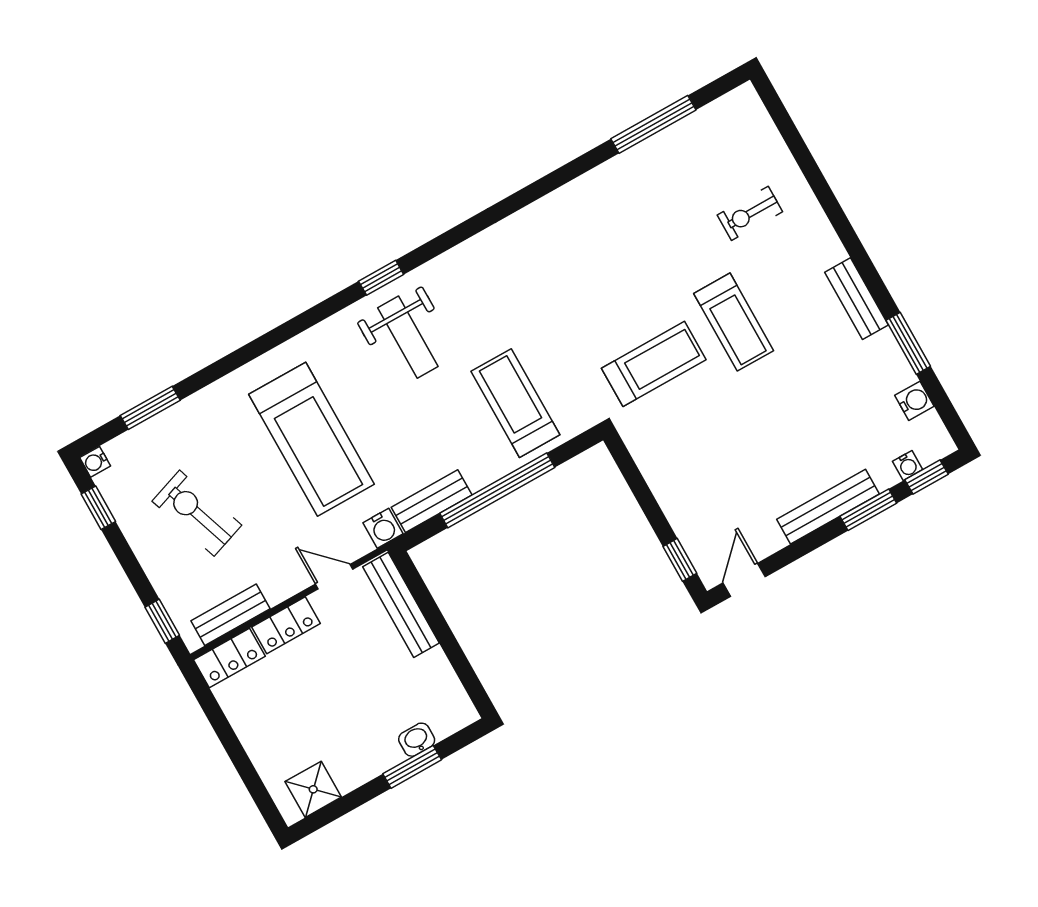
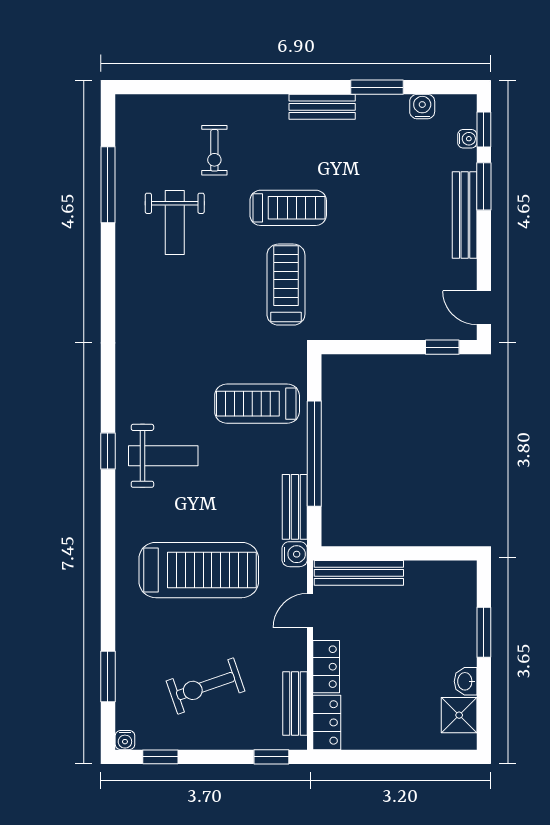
weight bench: (653, 214) -> (175, 223), added
washbasin: (417, 740) -> (466, 681), moved

